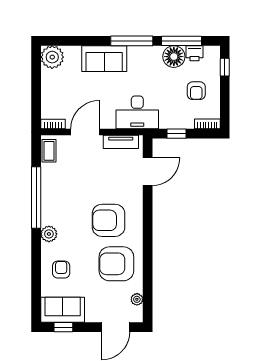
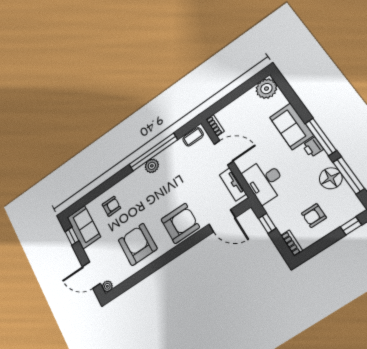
printer: (194, 53) -> (313, 147), moved
armchair: (109, 220) -> (180, 223), moved, turned 90
plant: (49, 234) -> (152, 166), moved
plant: (137, 299) -> (107, 286), moved

